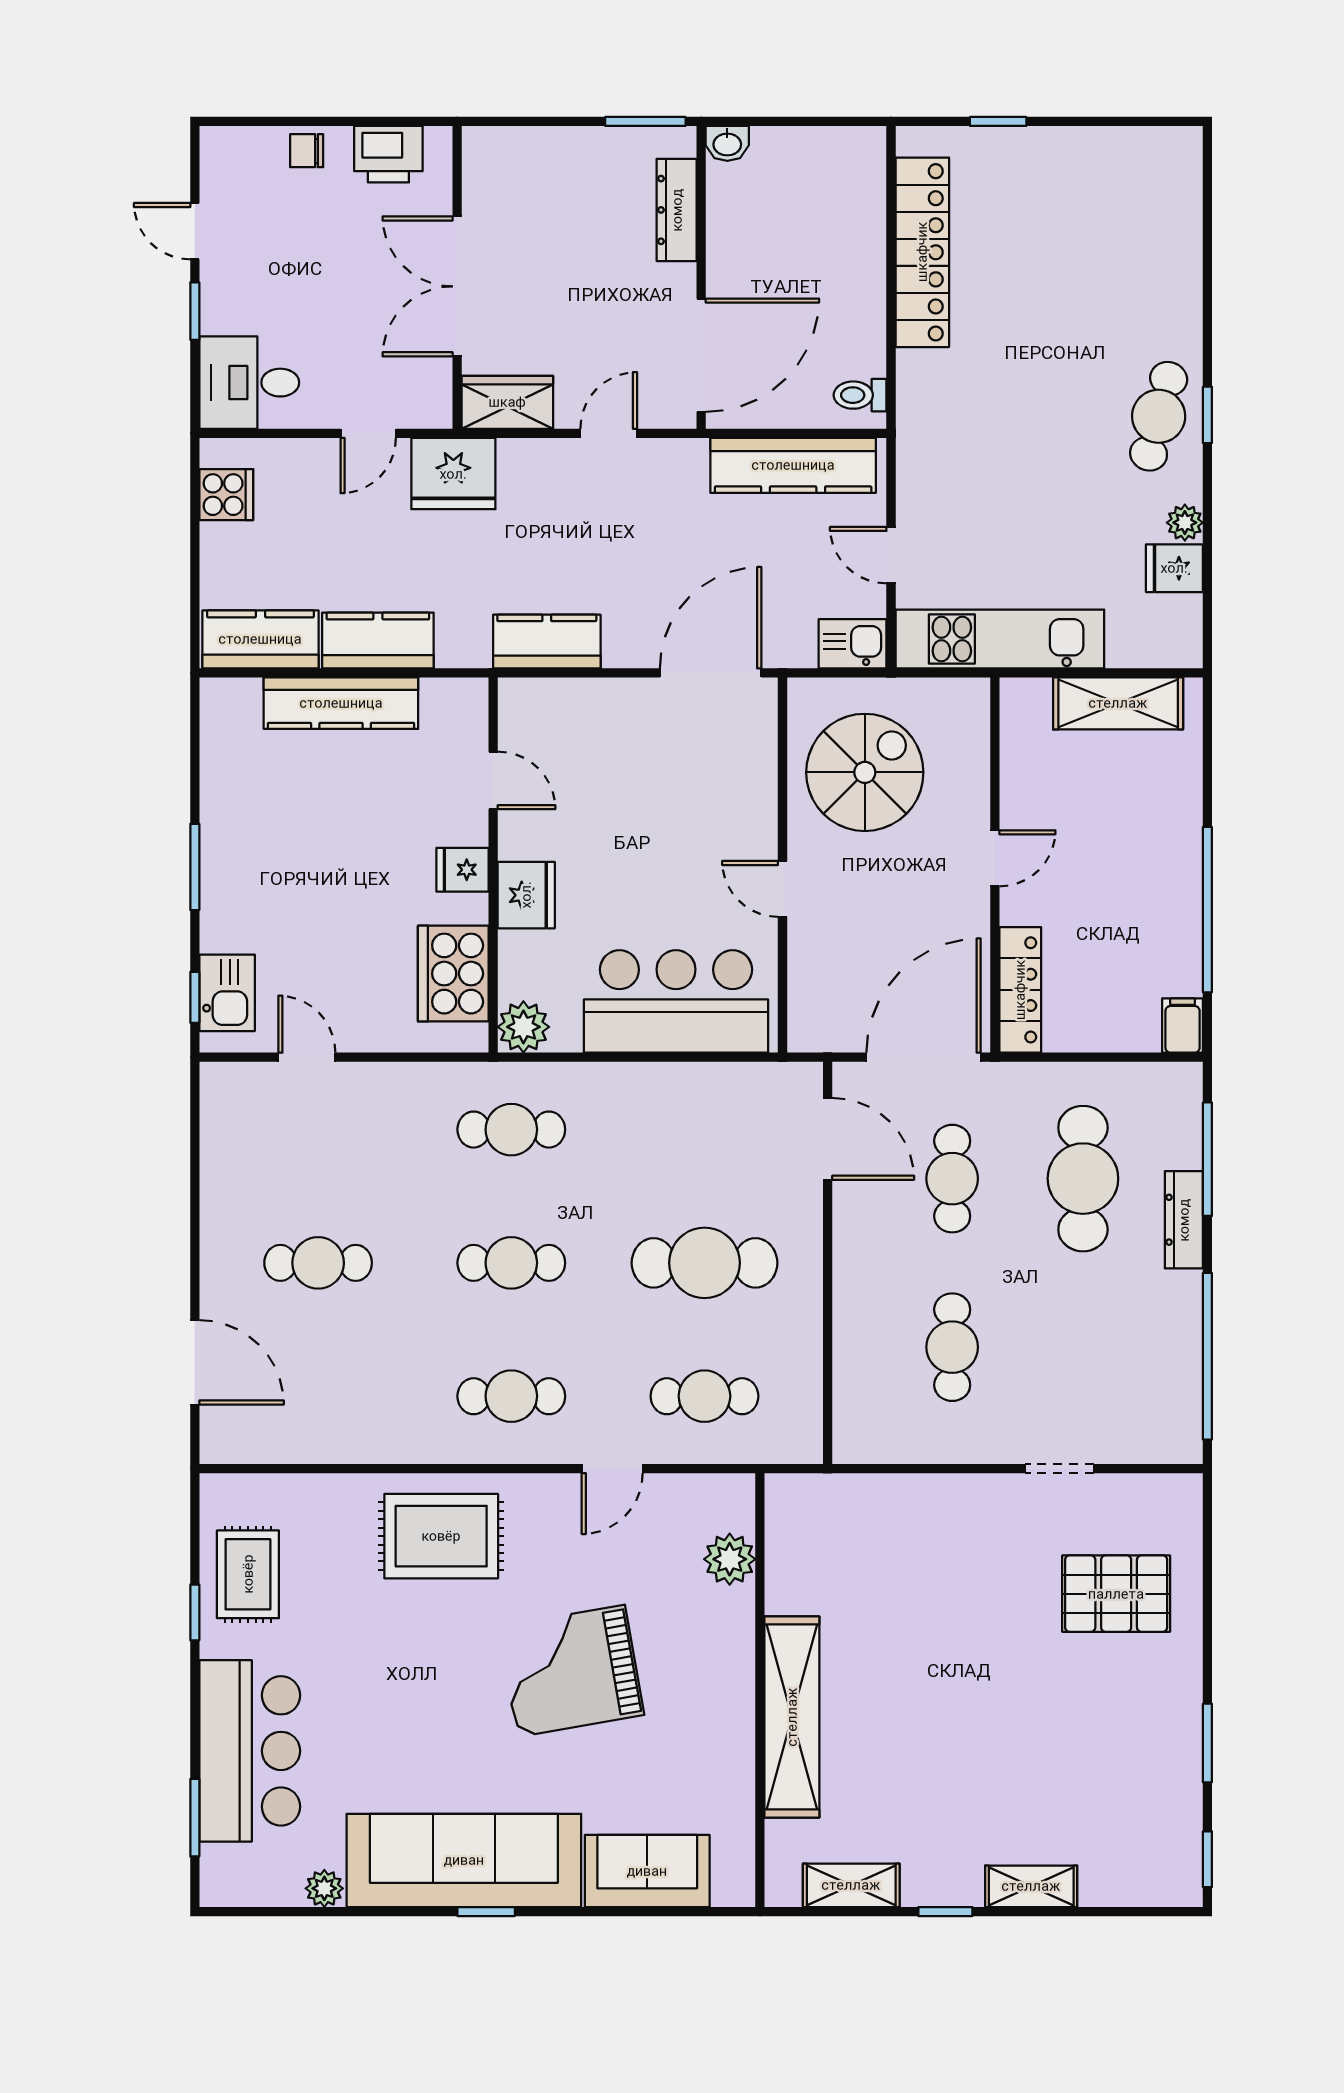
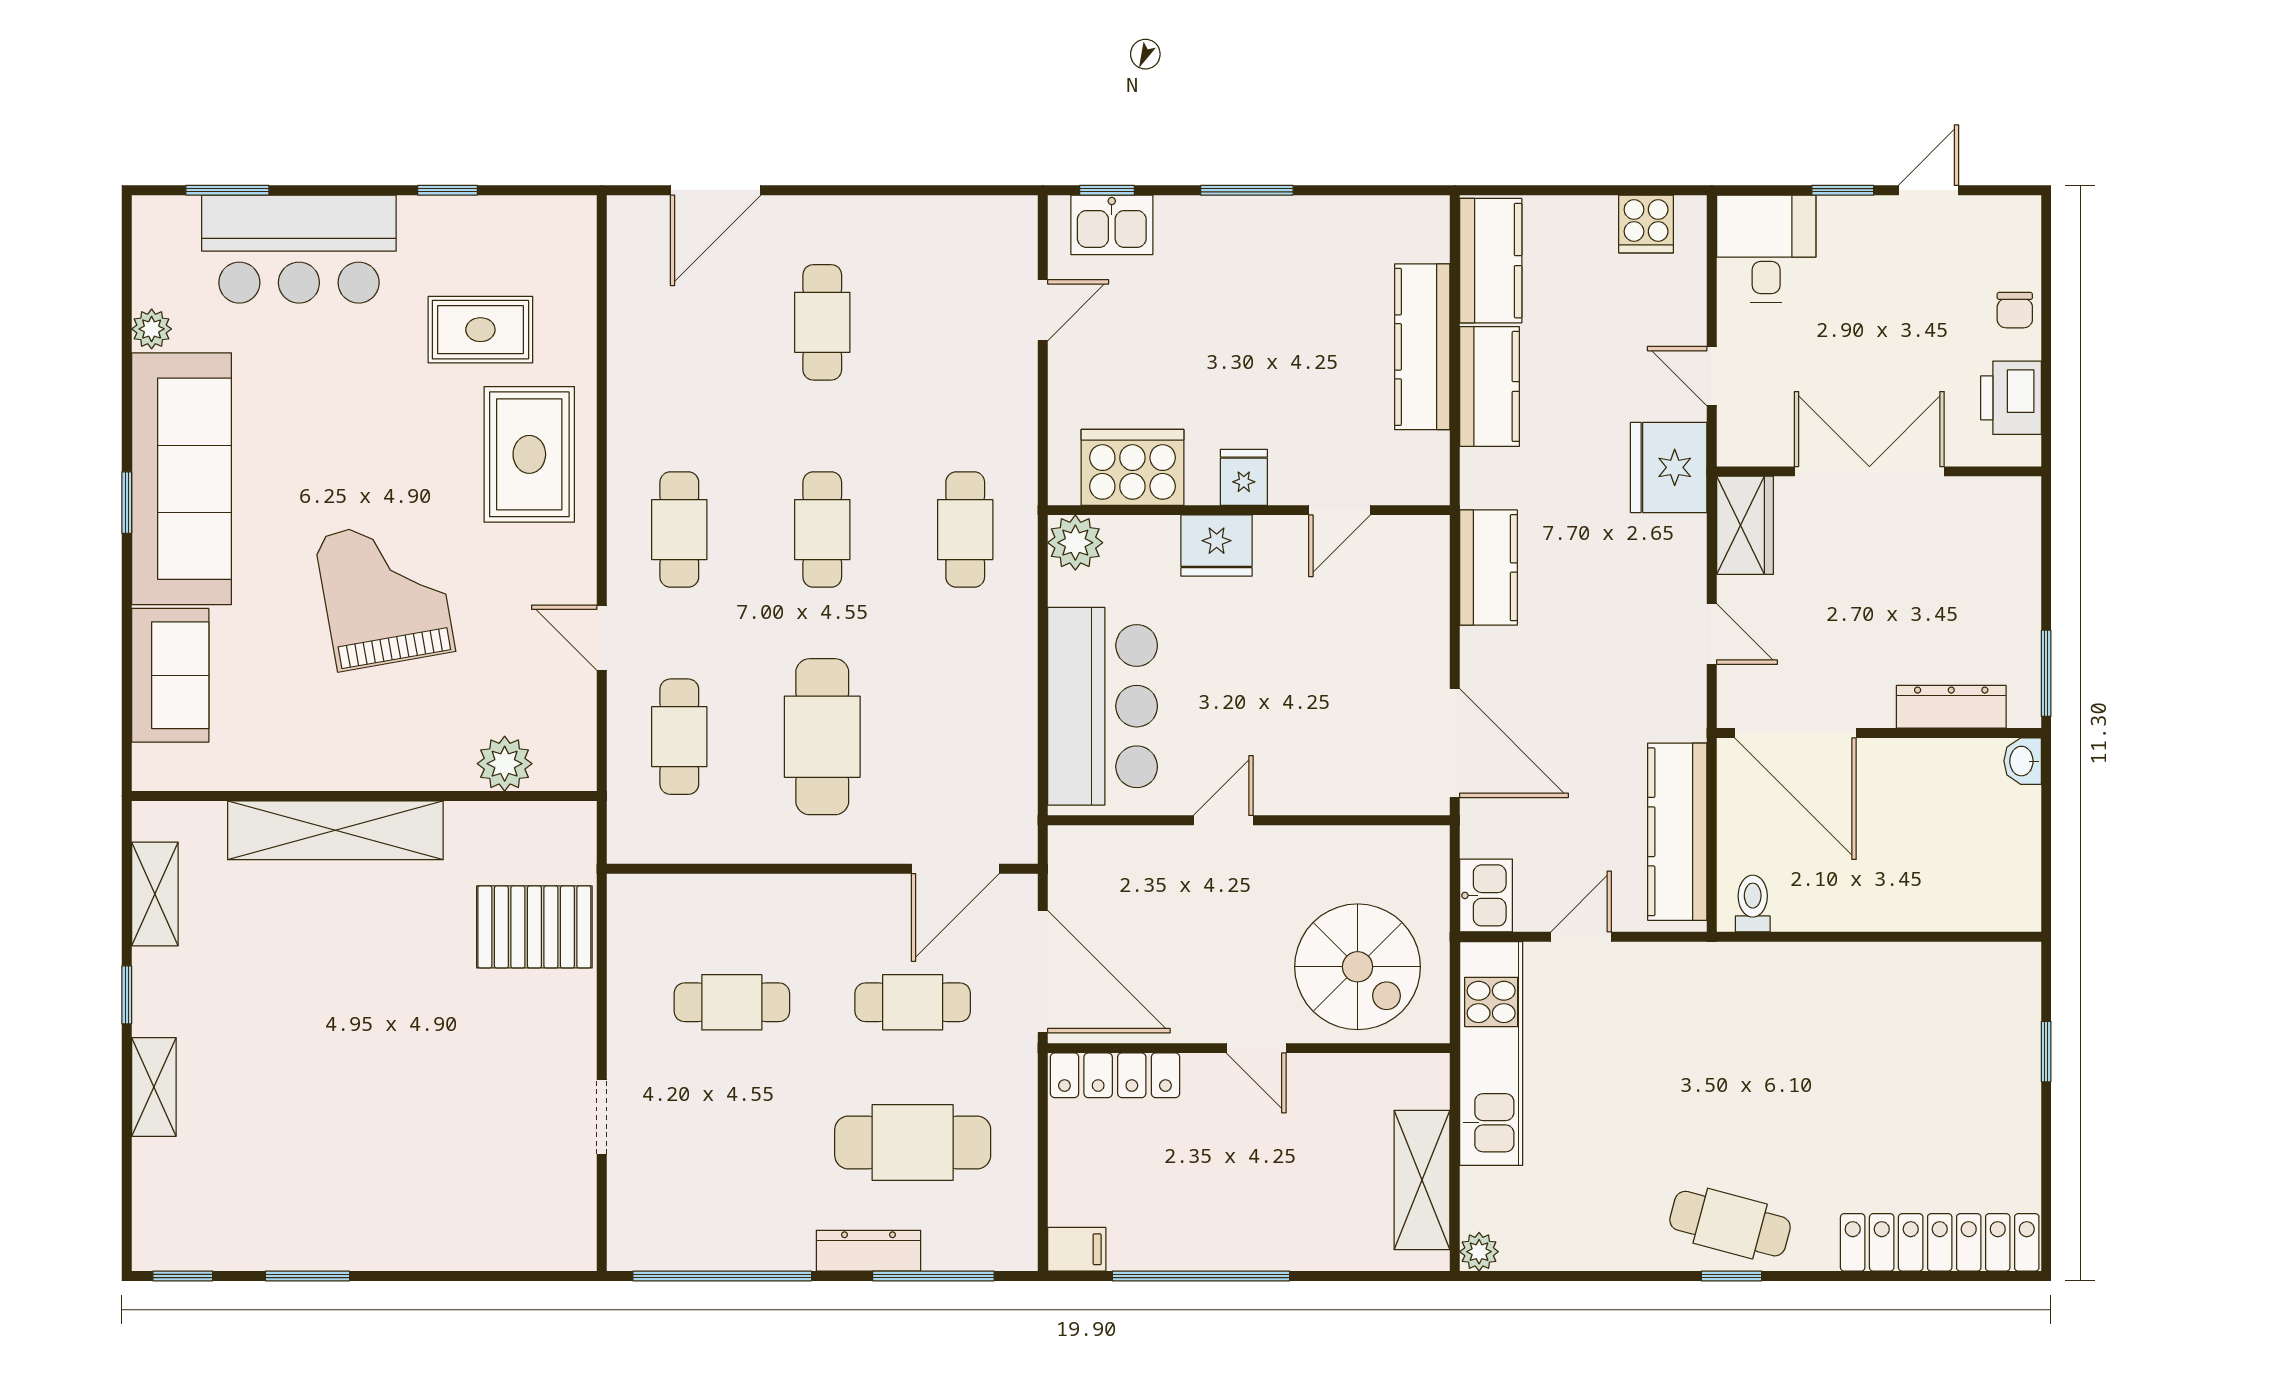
chair: (307, 151) -> (2015, 310), turned 180
locker: (922, 252) -> (1940, 1242), moved, turned 180
plant: (1185, 523) -> (1479, 1252), moved
fridge: (1174, 568) -> (1567, 1241), removed
spiral stairs: (865, 772) -> (1358, 967), moved
rug: (248, 1574) -> (480, 330), moved
pallet: (1116, 1594) -> (534, 927), moved, turned 90

